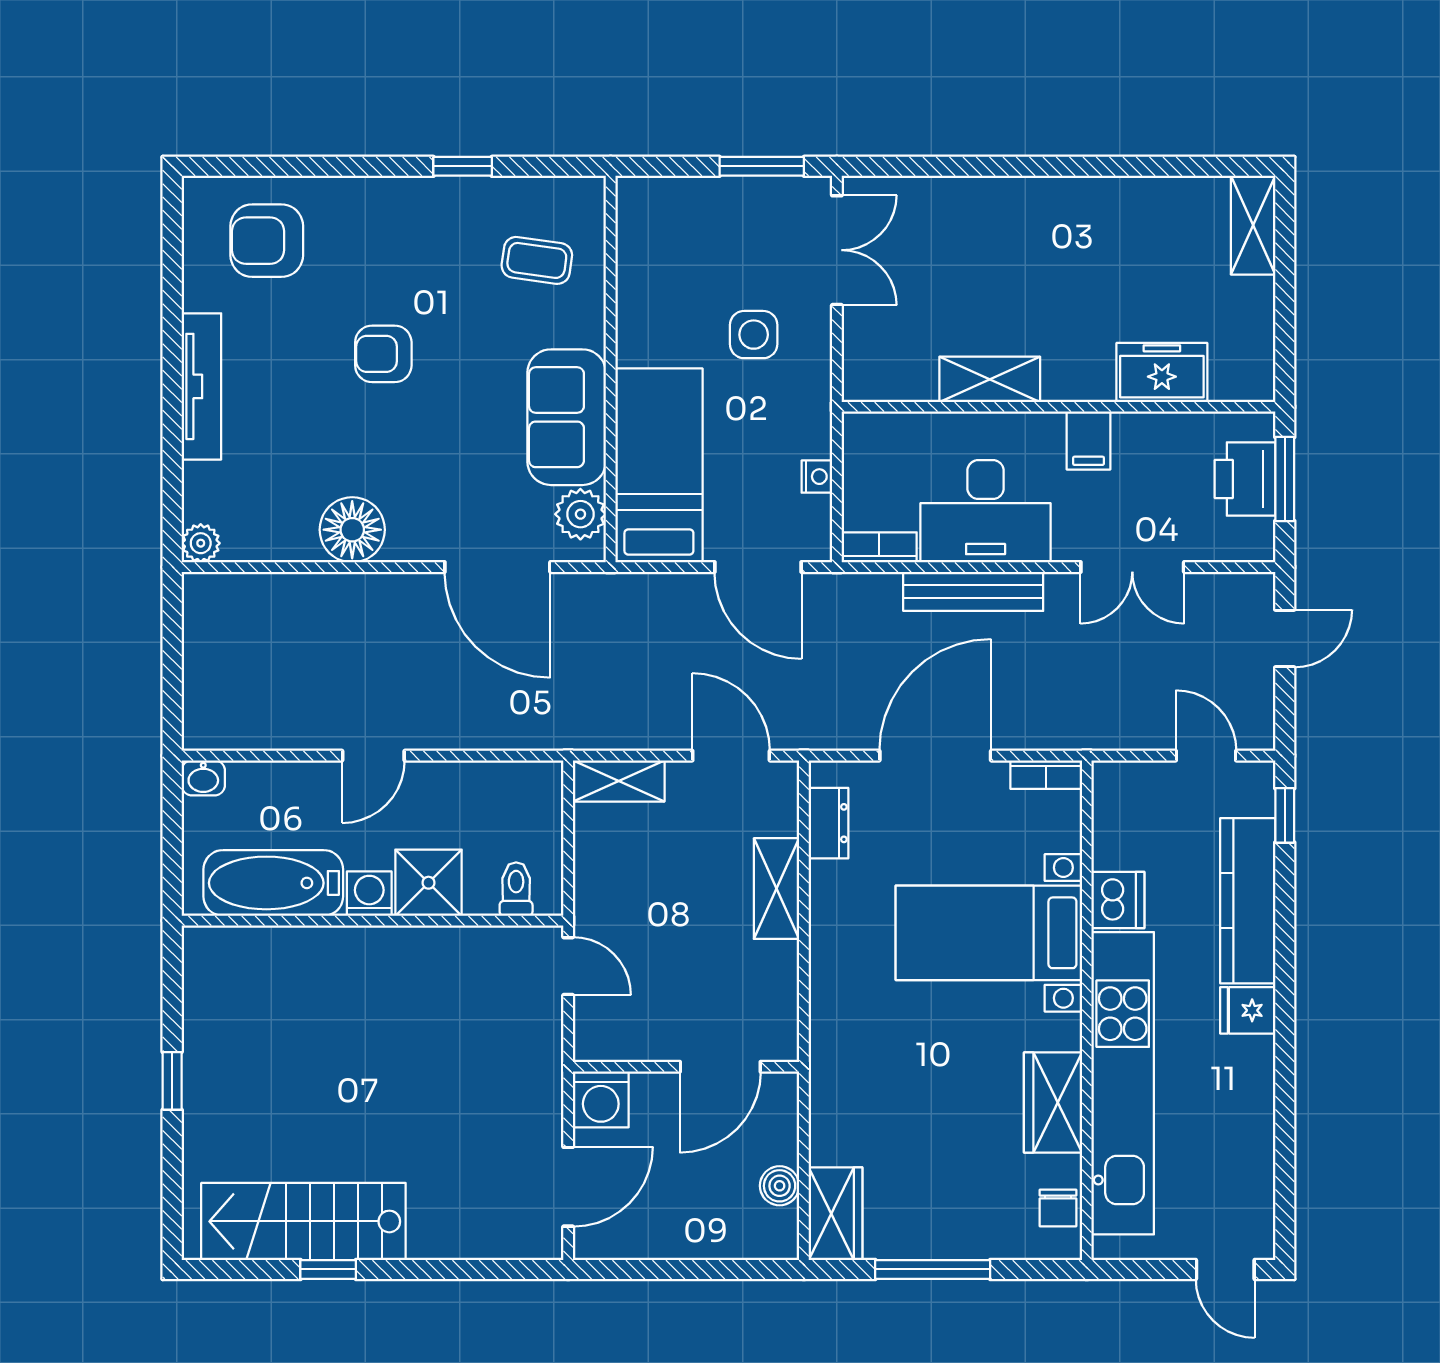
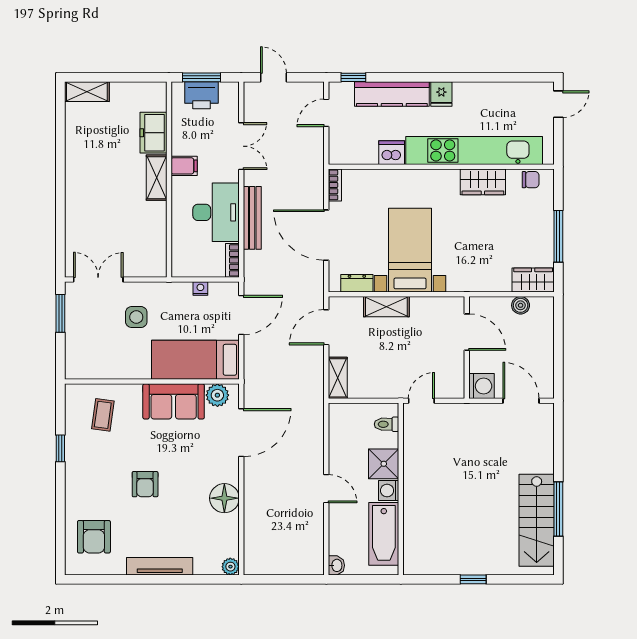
shelving: (990, 379) -> (157, 178), moved
bed with nightstands: (989, 933) -> (410, 250), moved, turned 180
window: (328, 1269) -> (558, 509), width x2.17

